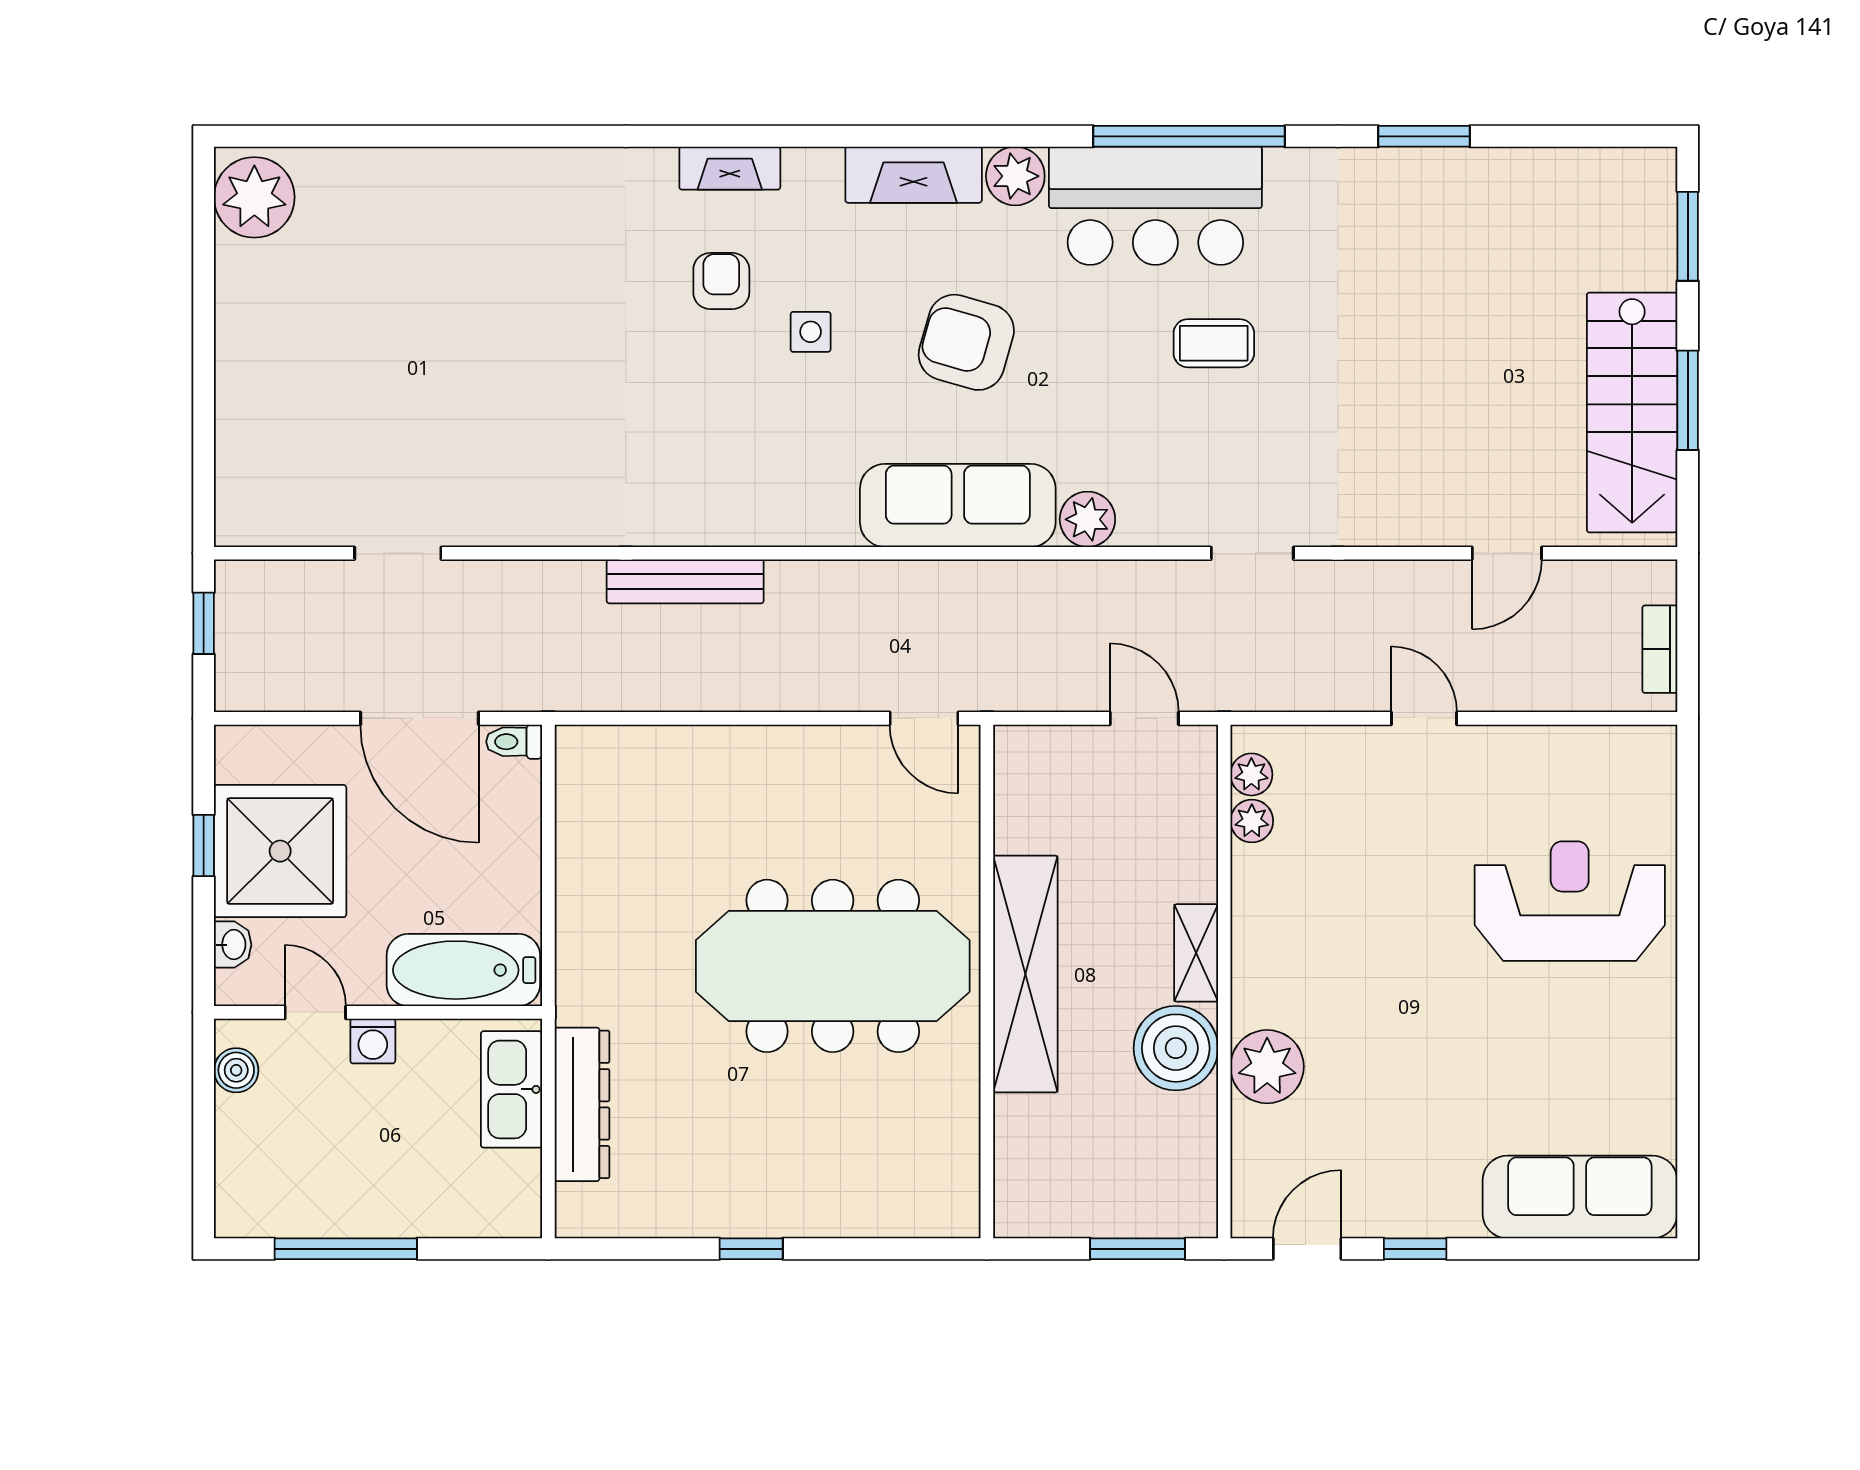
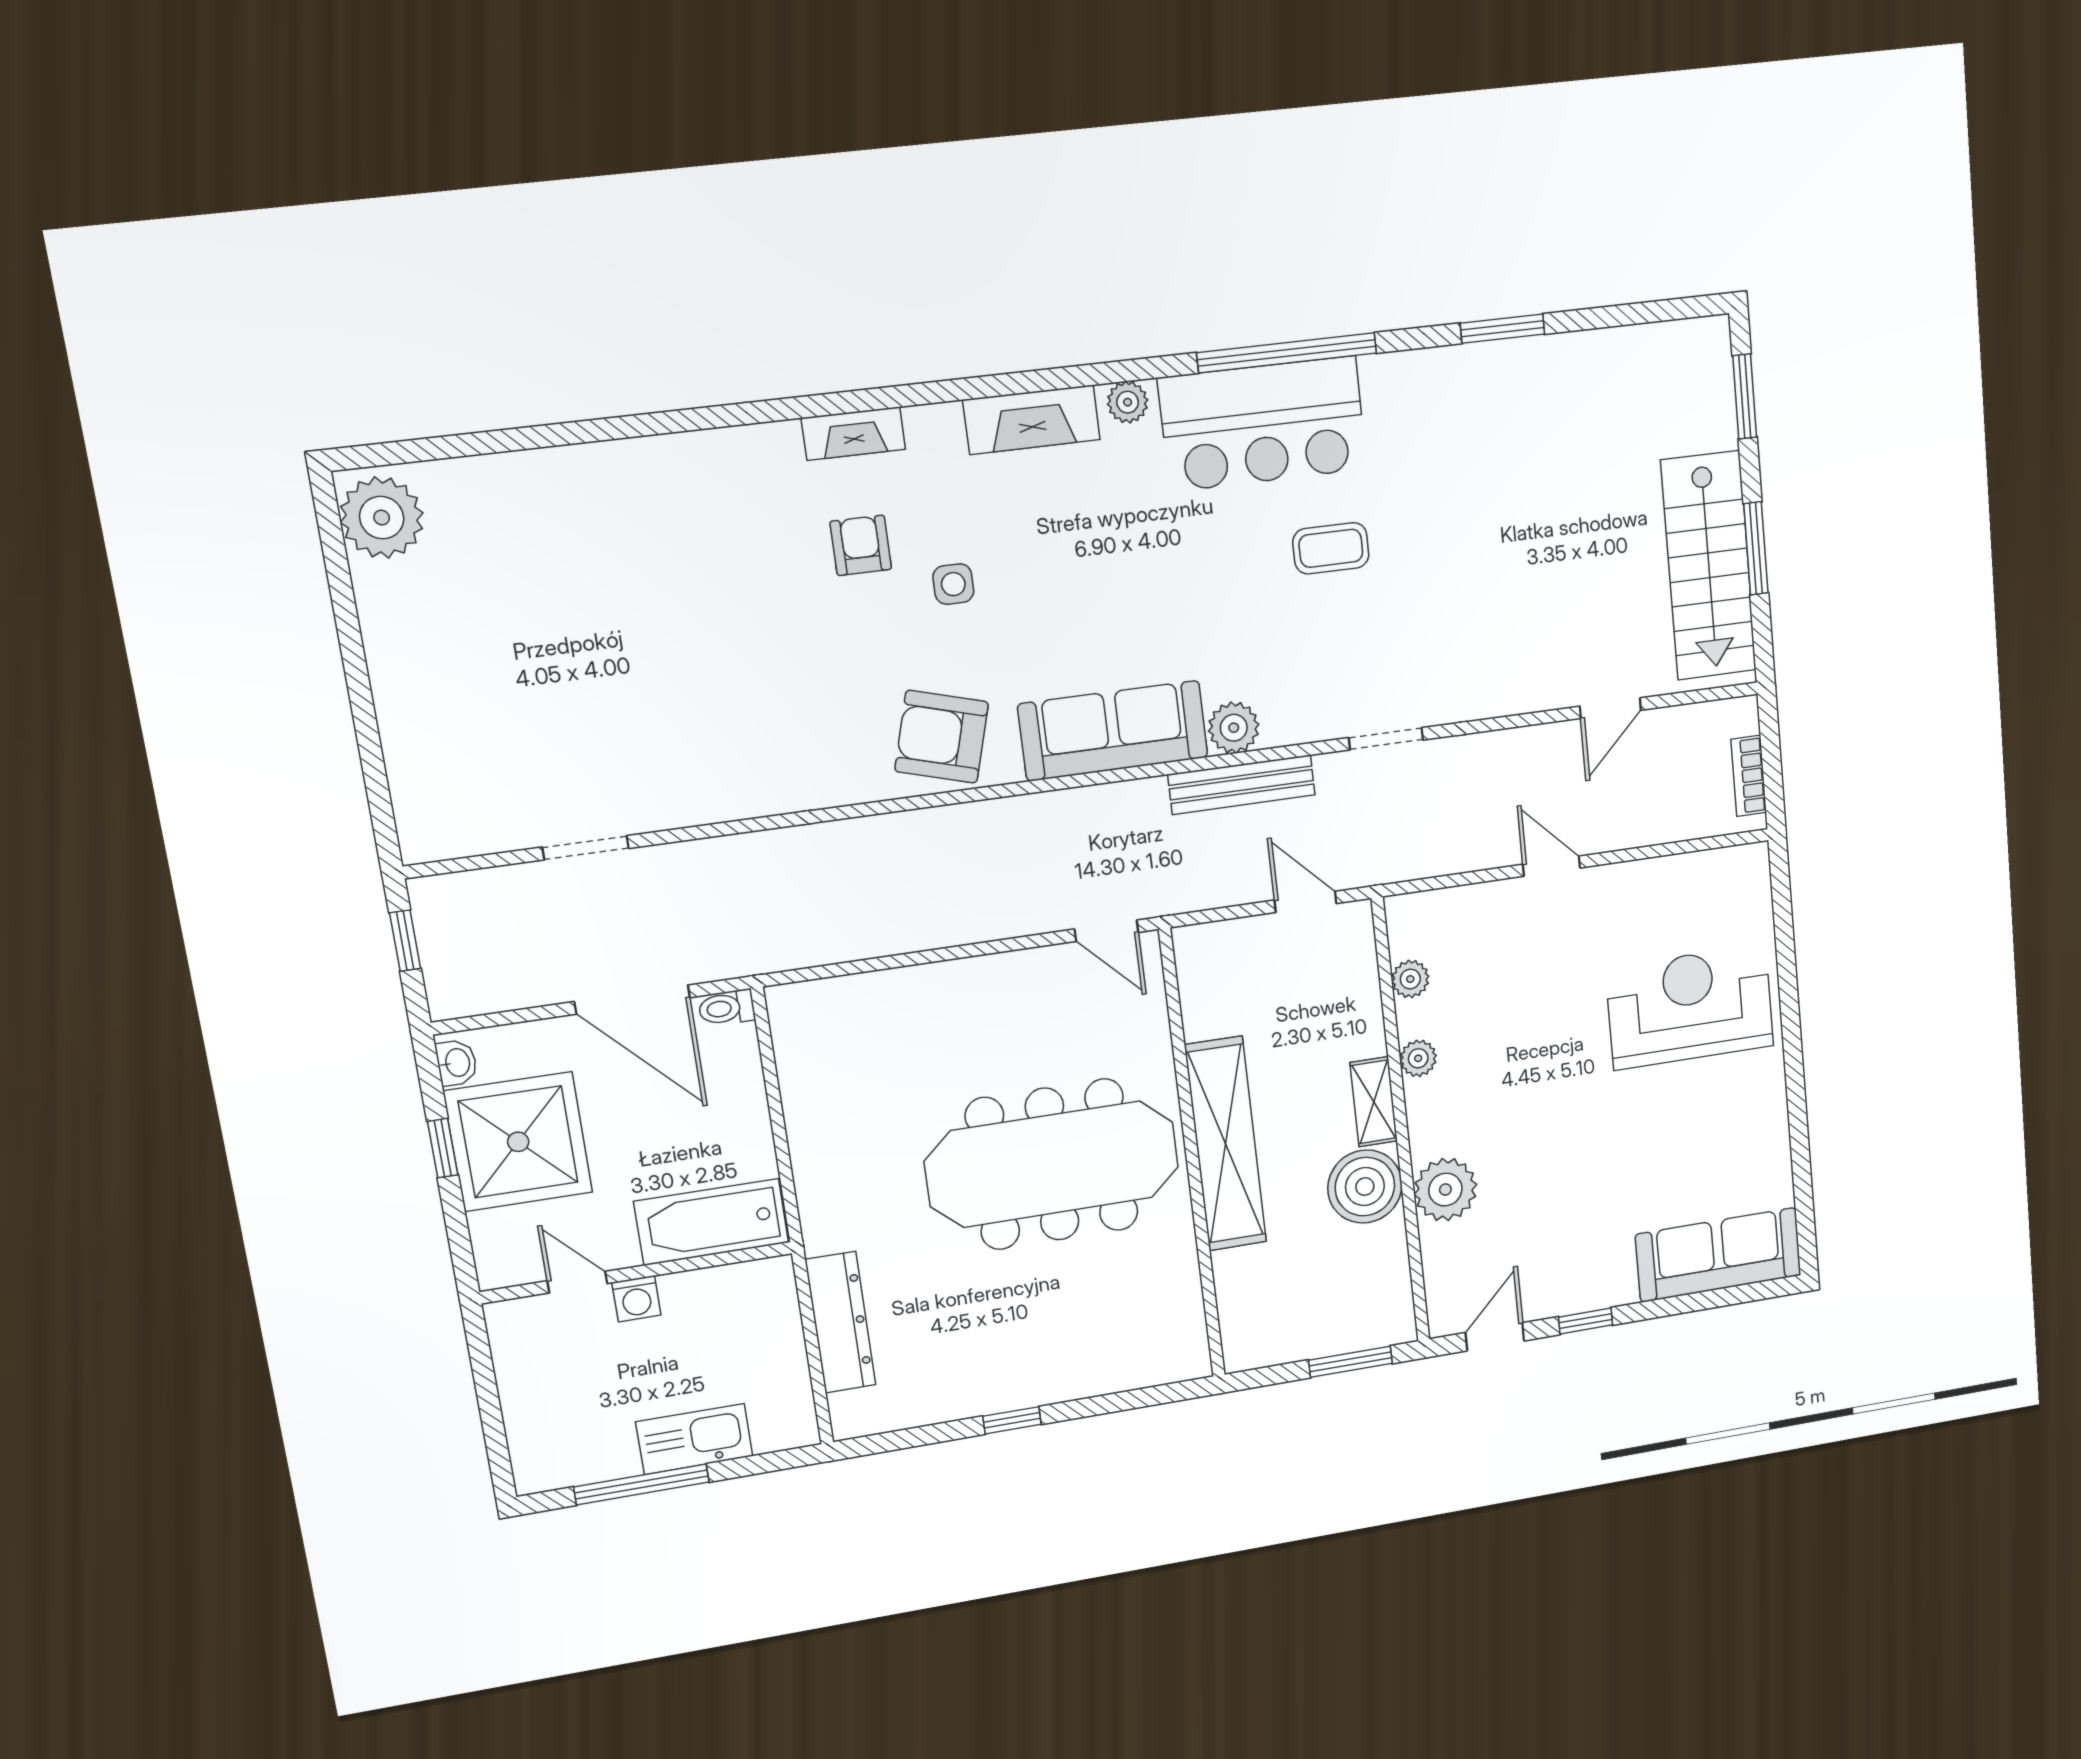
plant: (1015, 176) -> (1128, 402), width x0.73, depth x0.73
armchair: (966, 342) -> (942, 737), moved
bench: (685, 581) -> (1242, 785), moved
plant: (1251, 774) -> (1418, 1058), moved
washbasin: (233, 945) -> (457, 1063), moved
boiler: (236, 1070) -> (511, 1346), removed
kitchen sink: (511, 1089) -> (694, 1439), moved, turned 90

